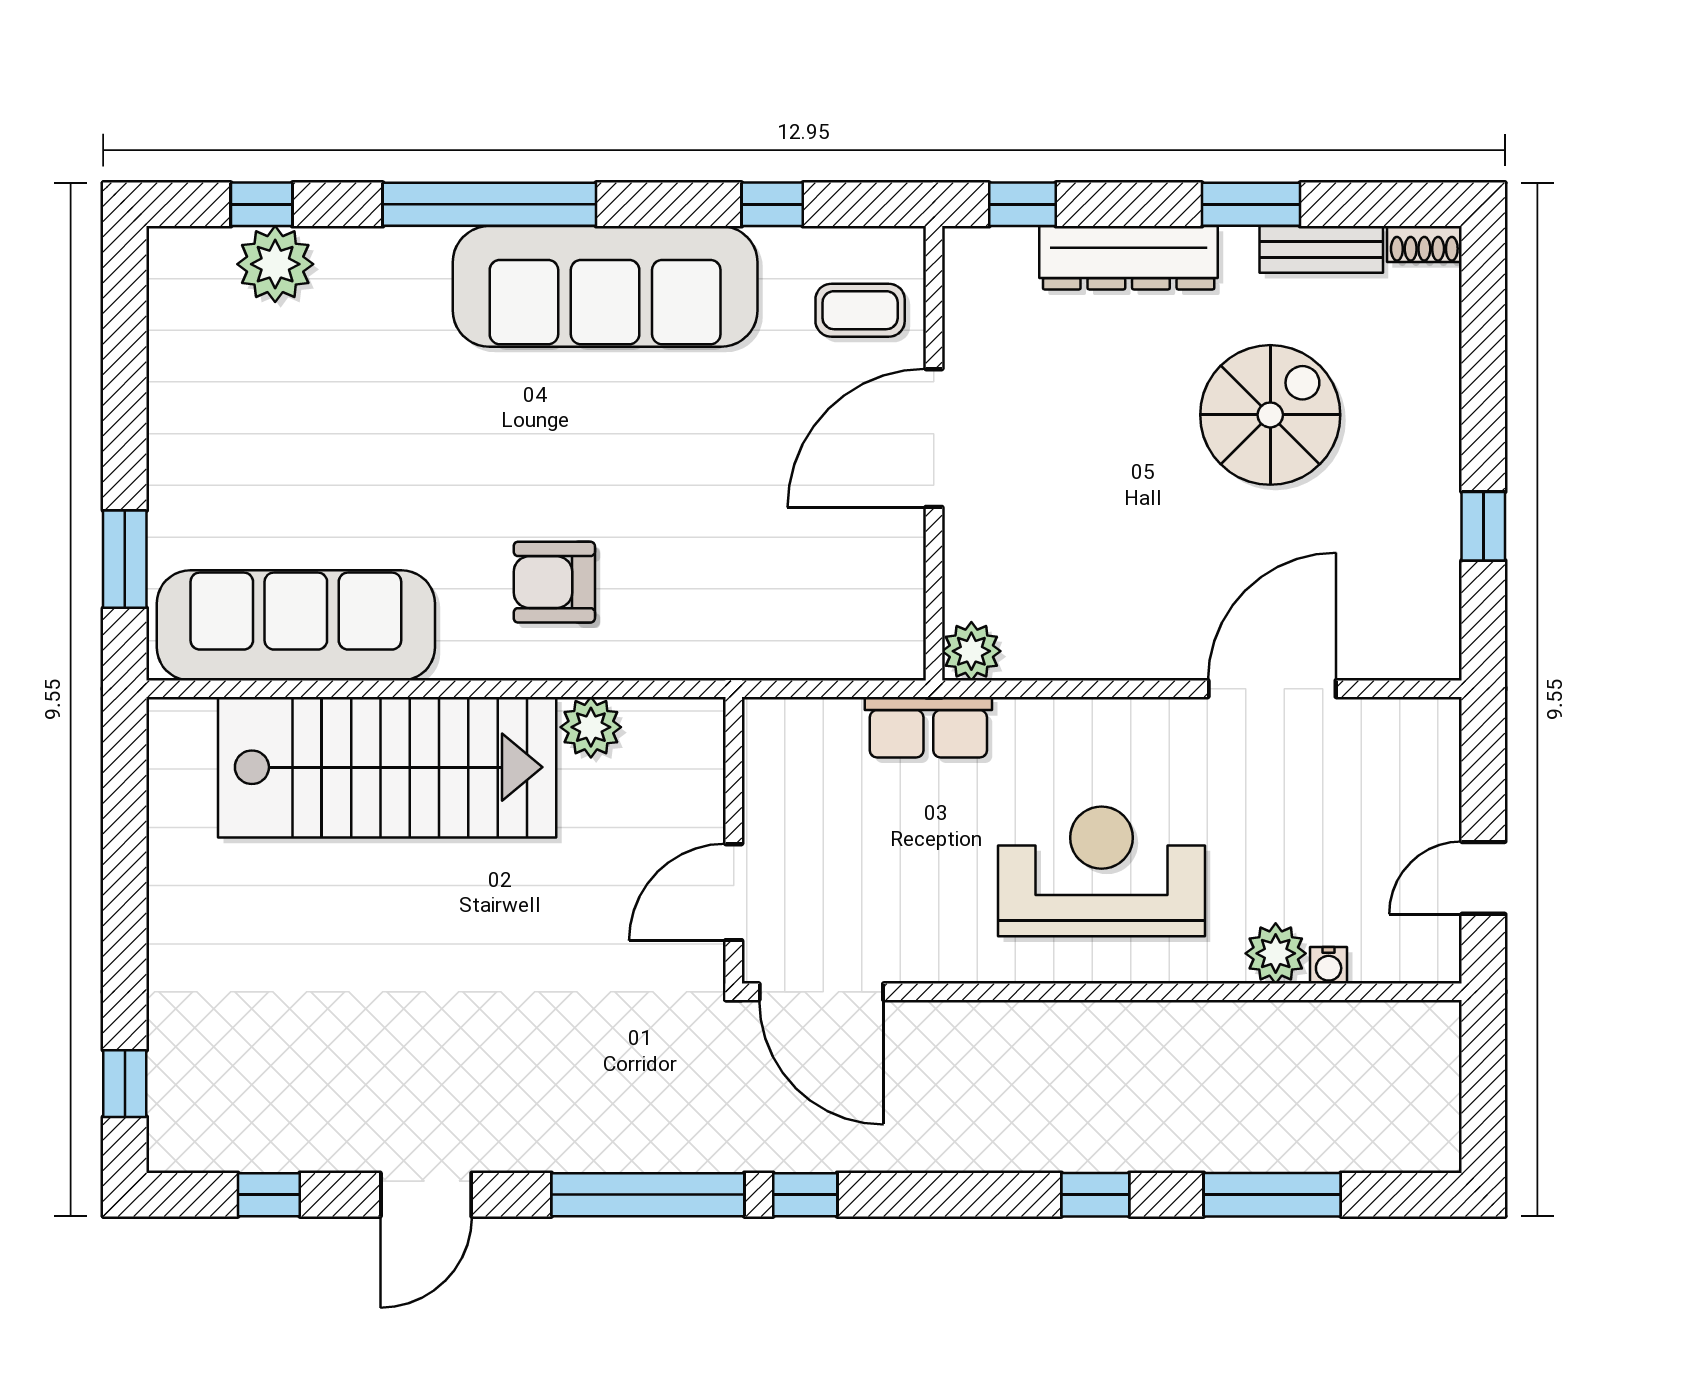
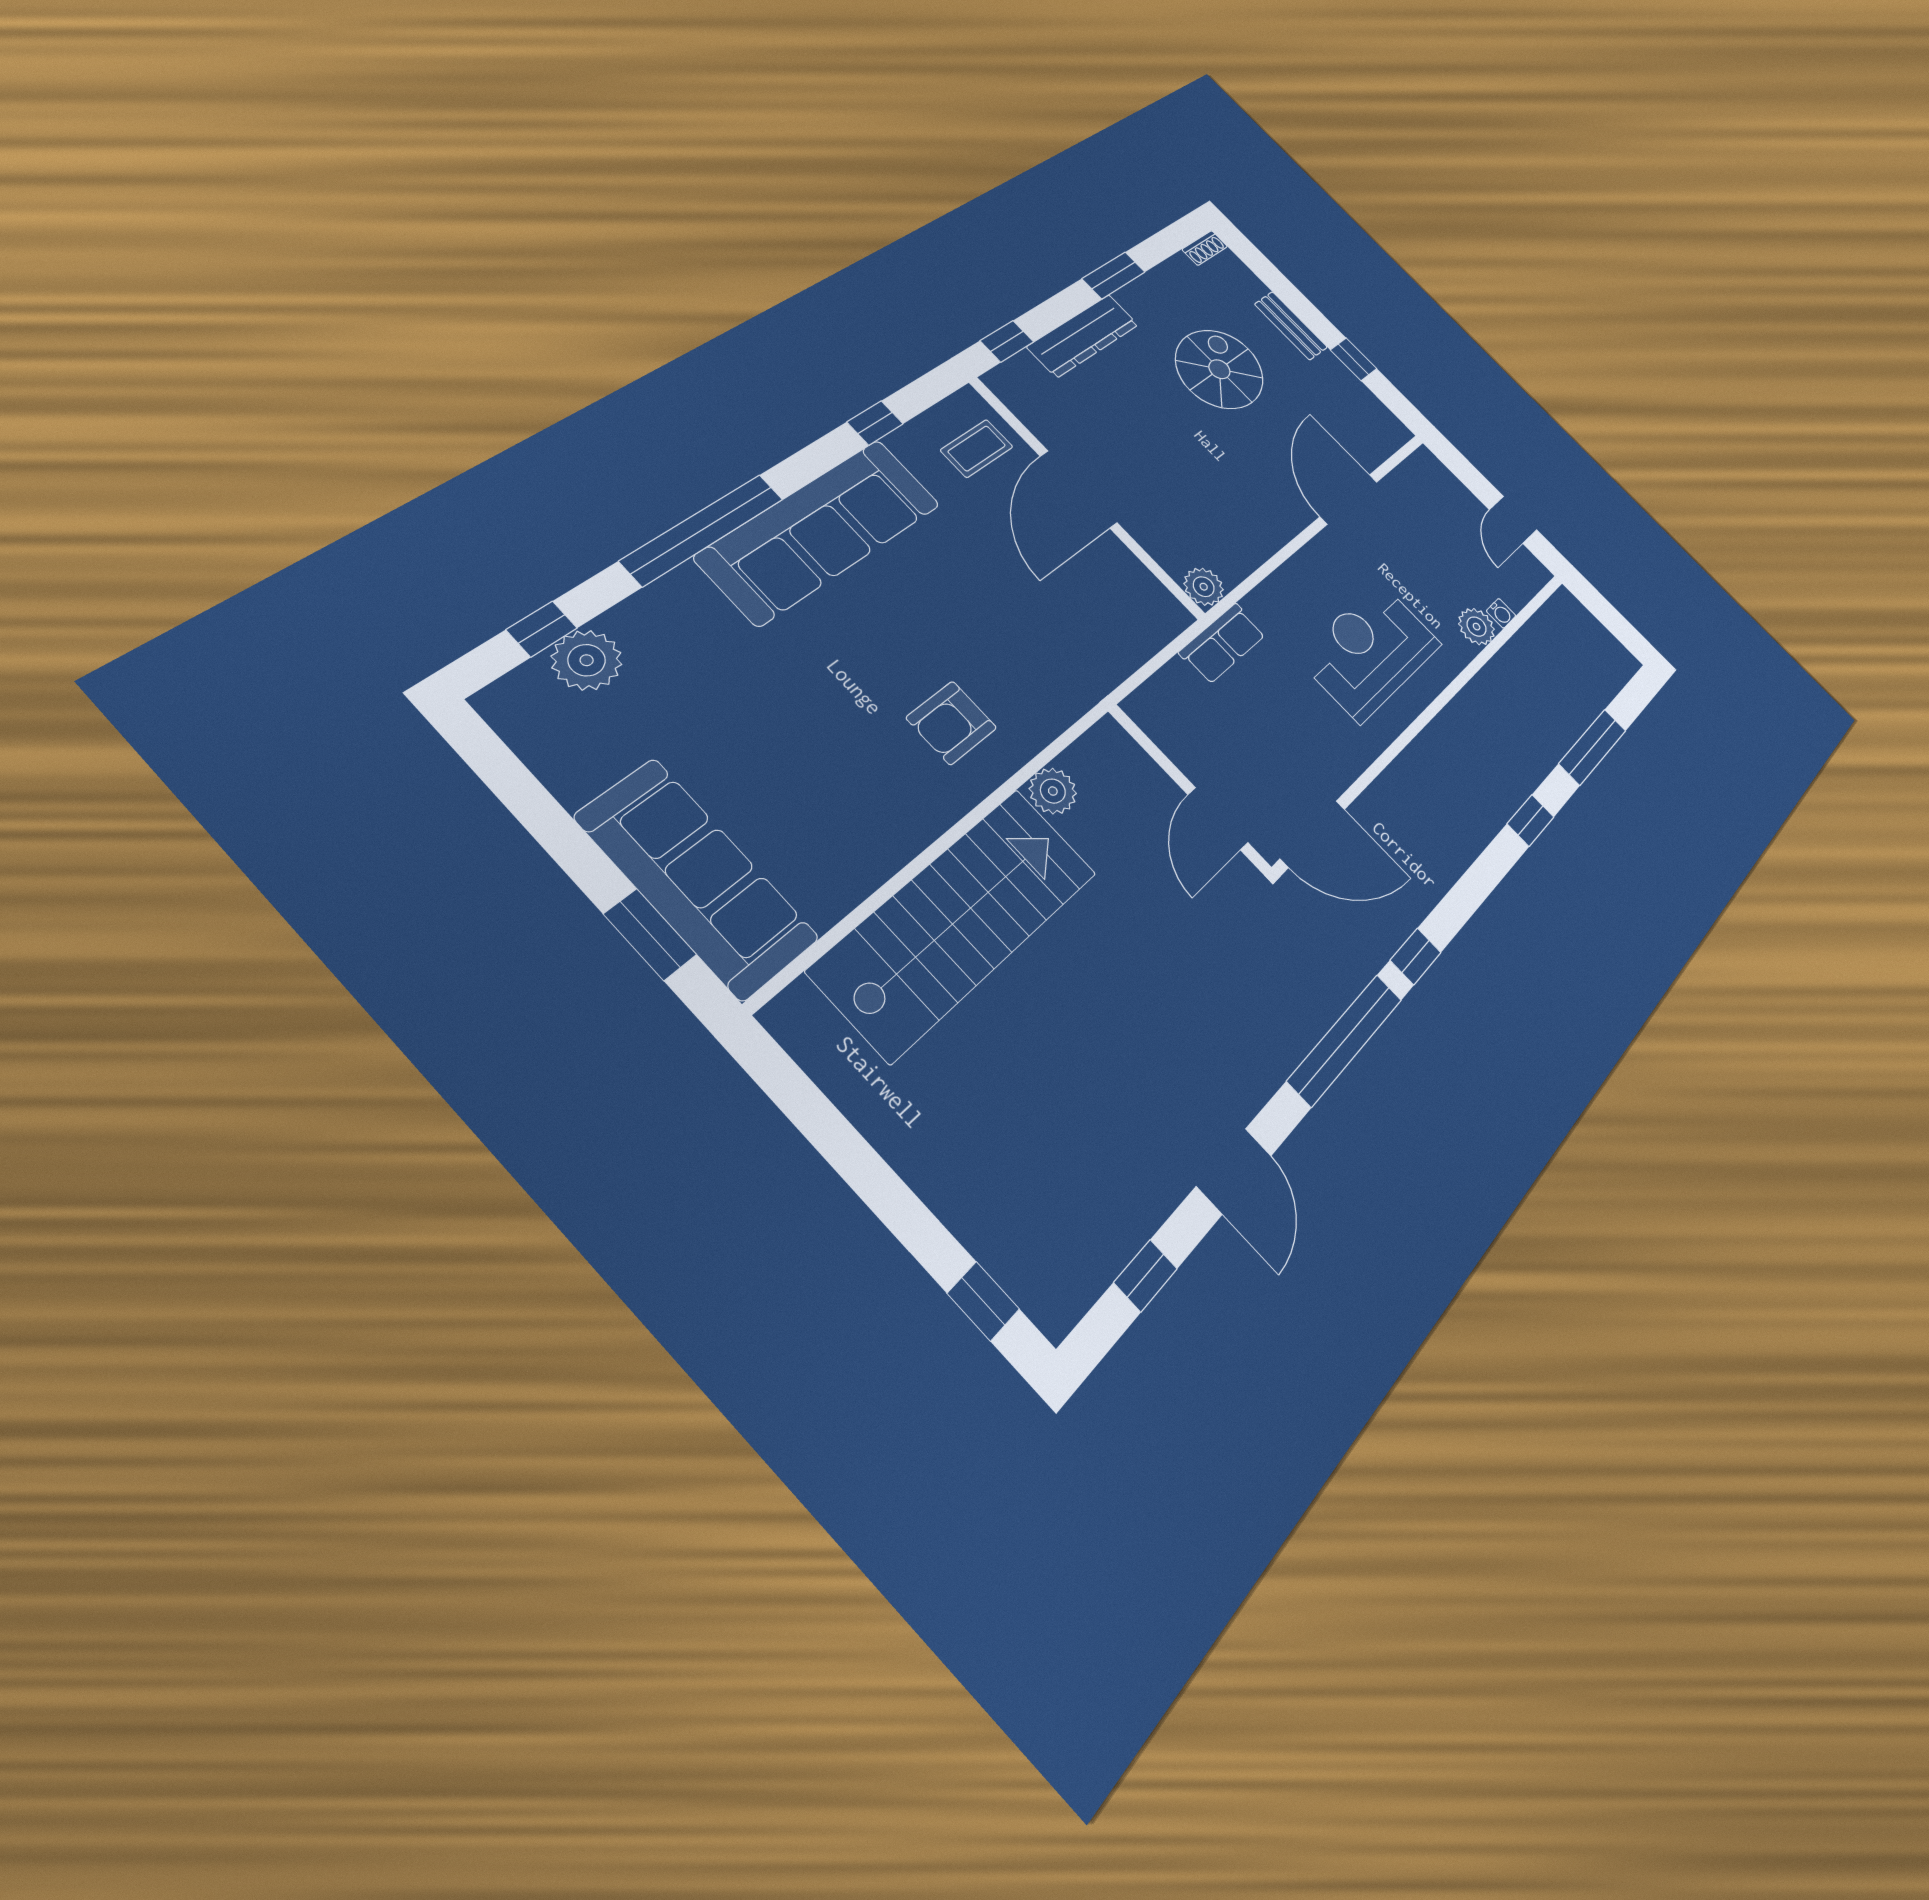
bench: (1321, 249) -> (1291, 326), moved, turned 90
sofa: (296, 625) -> (697, 878), moved, turned 90

